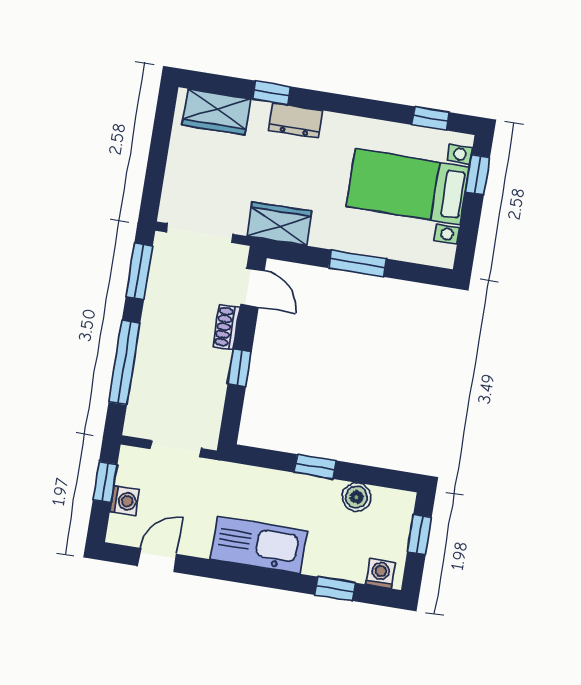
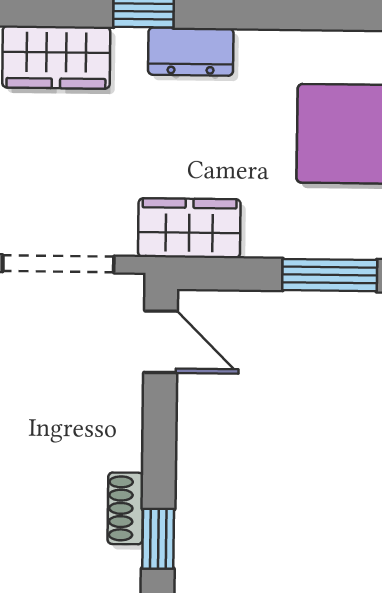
shoe rack: (226, 327) -> (125, 508), moved
window: (240, 368) -> (158, 539), moved

